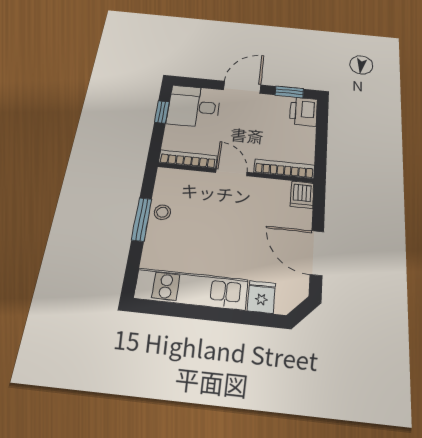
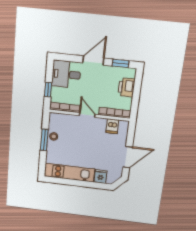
printer: (304, 111) -> (126, 87), moved
window: (162, 112) -> (48, 90), moved
dishwasher: (302, 195) -> (112, 126), moved
door: (317, 253) -> (128, 157), swing flipped

